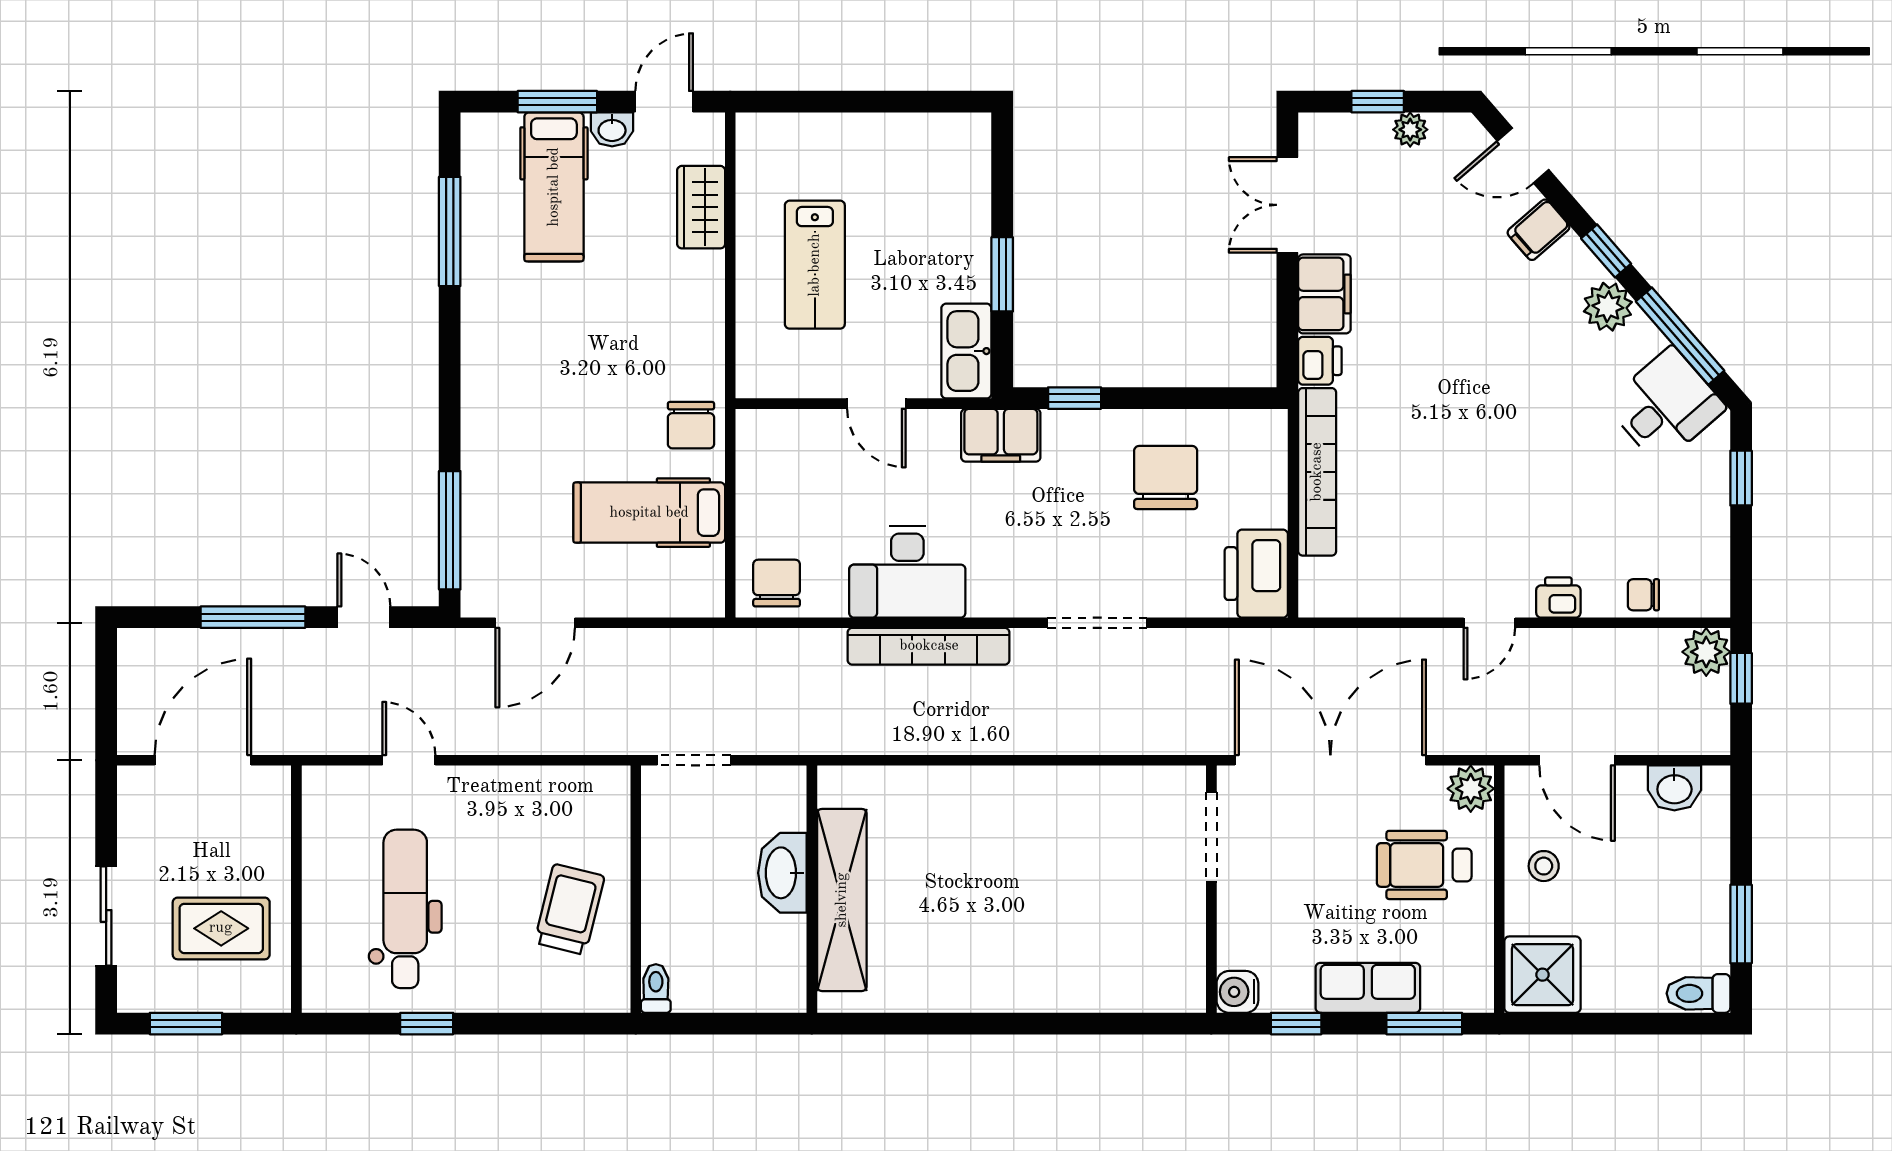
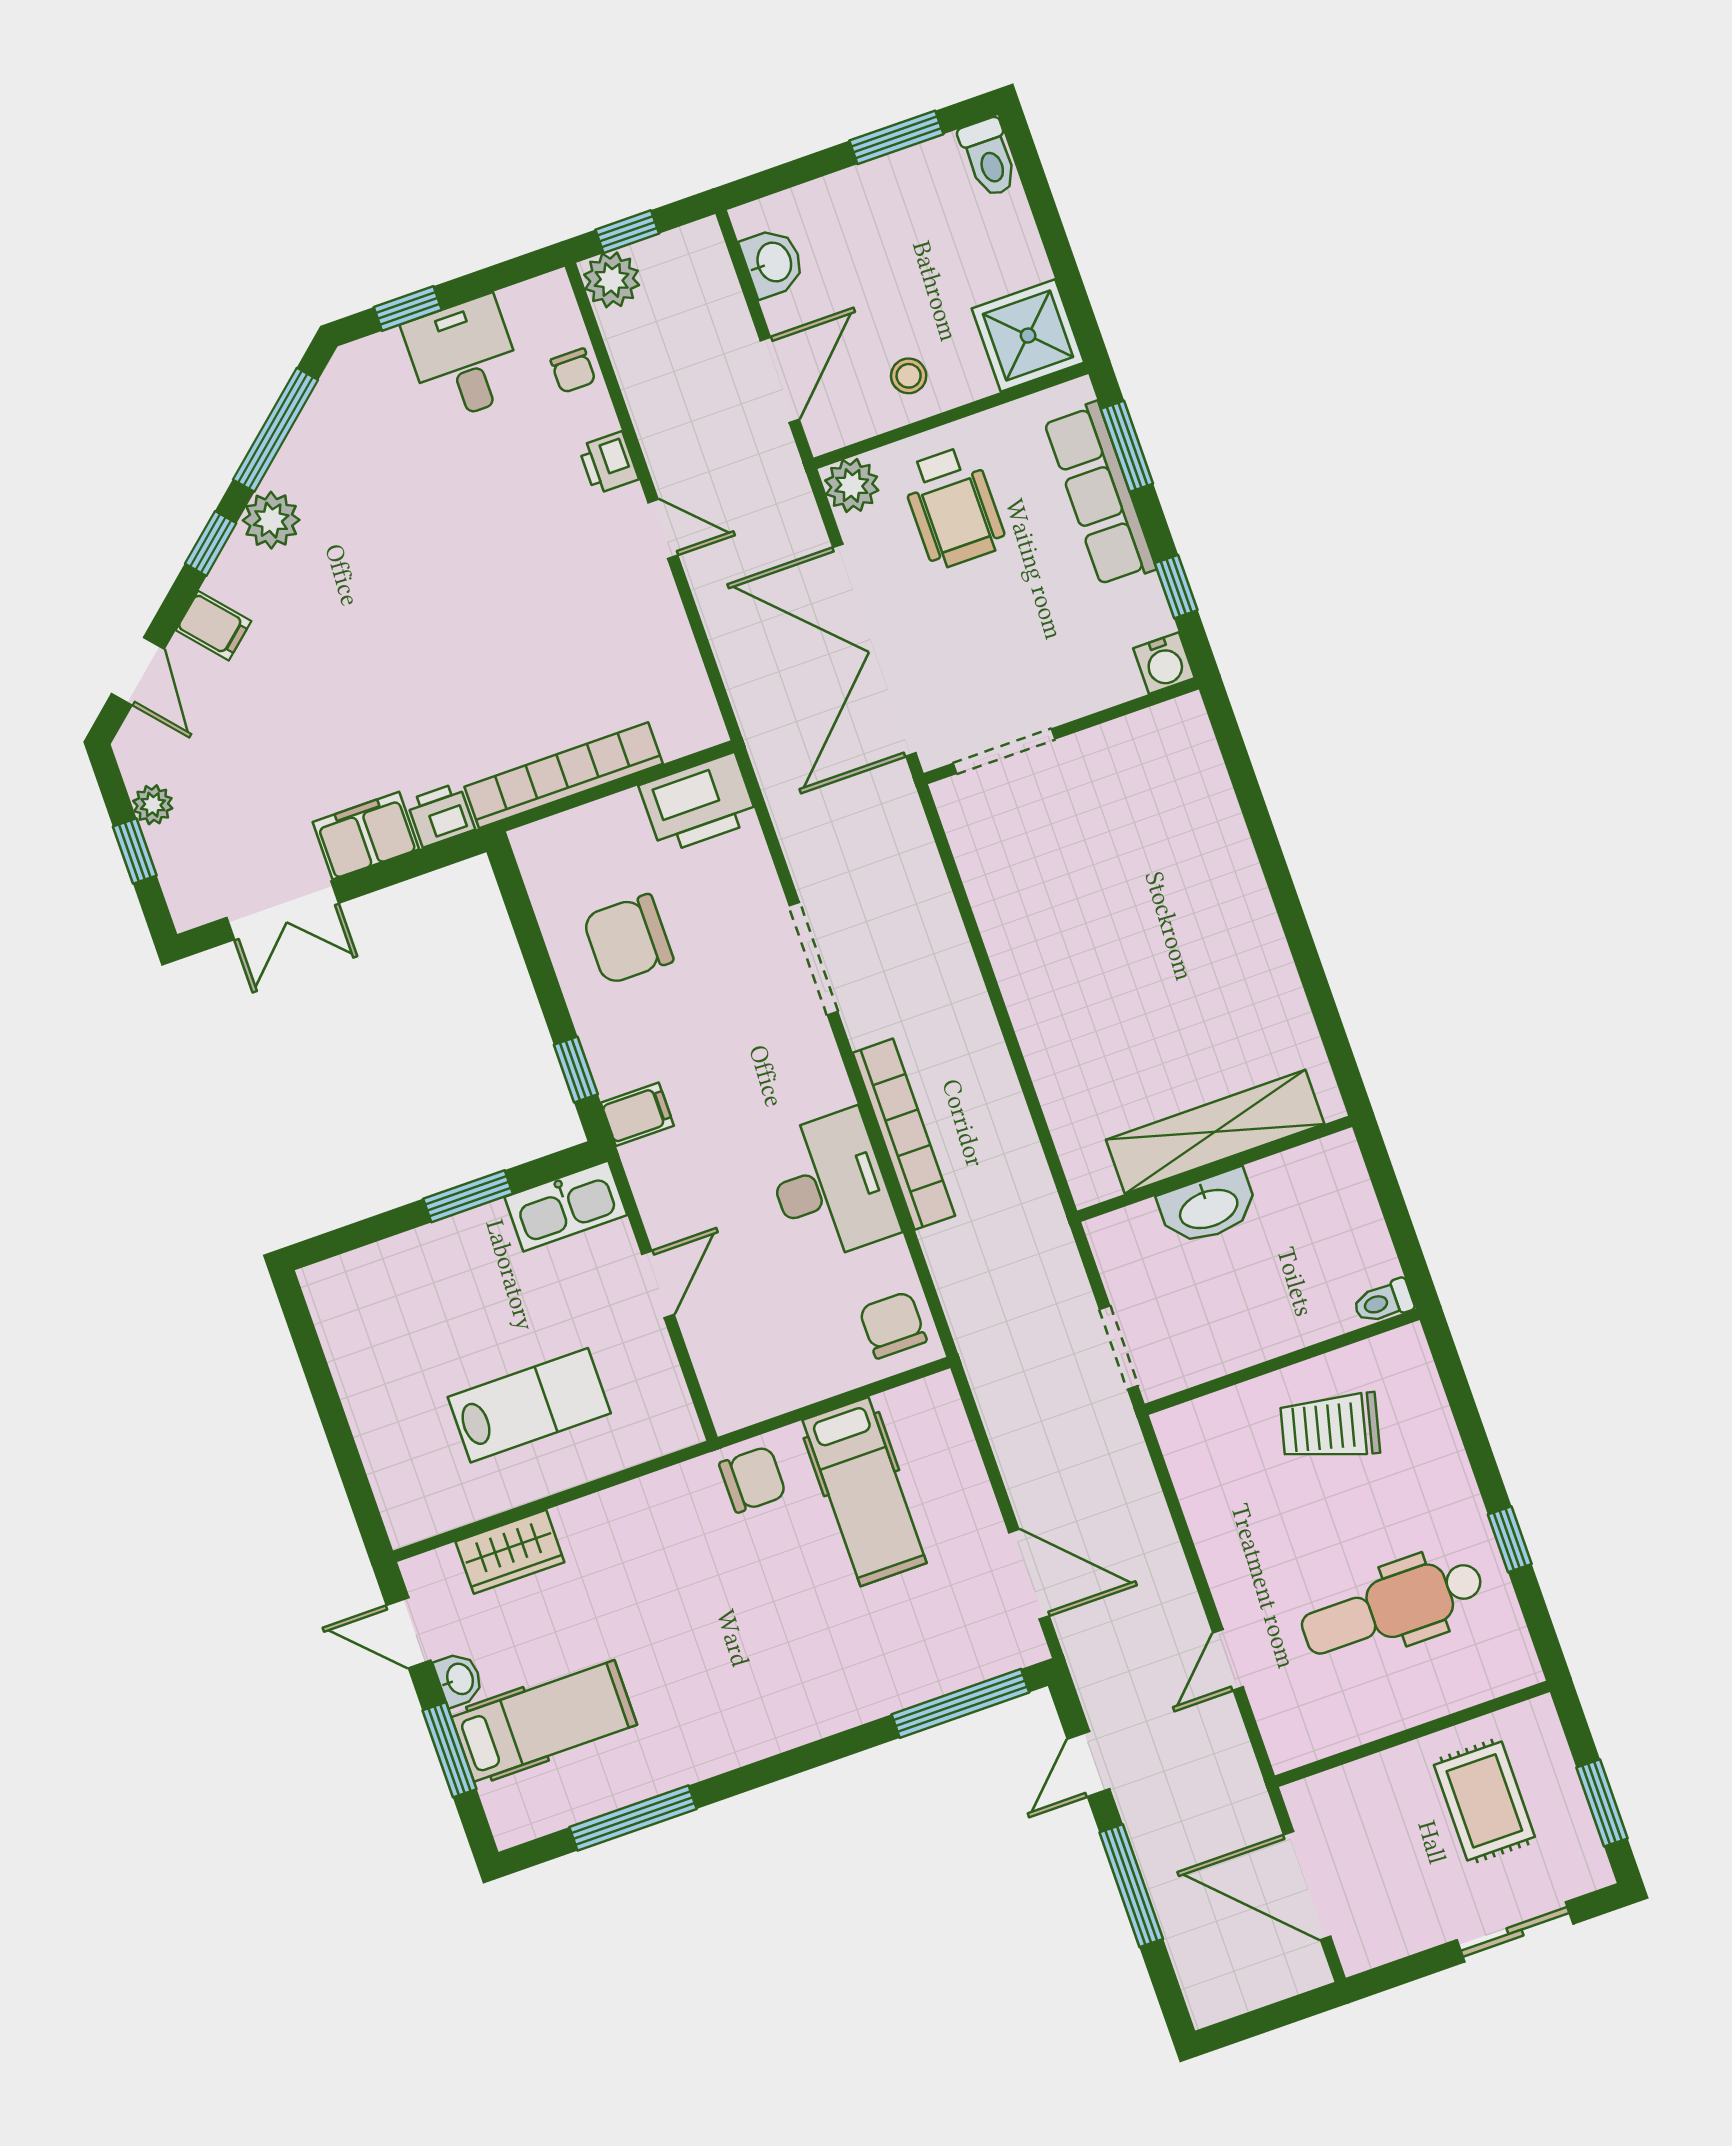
desk: (1665, 406) -> (464, 359), moved, turned 41
filing cabinet: (1001, 435) -> (637, 1114), width x0.50
chair: (777, 583) -> (893, 1325), turned 90
row of seats: (1368, 988) -> (1100, 494), width x1.48

